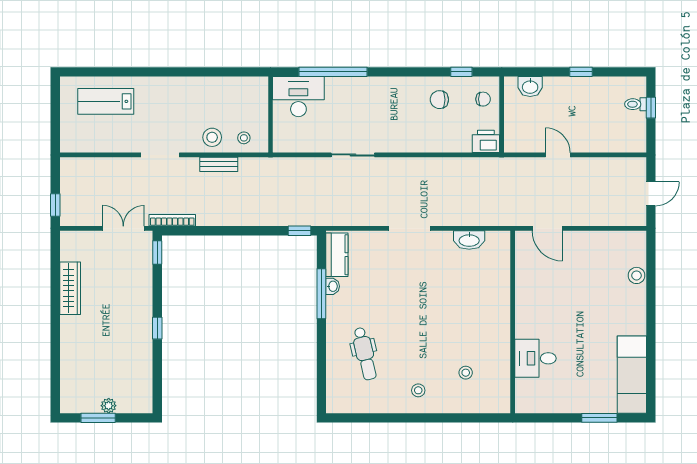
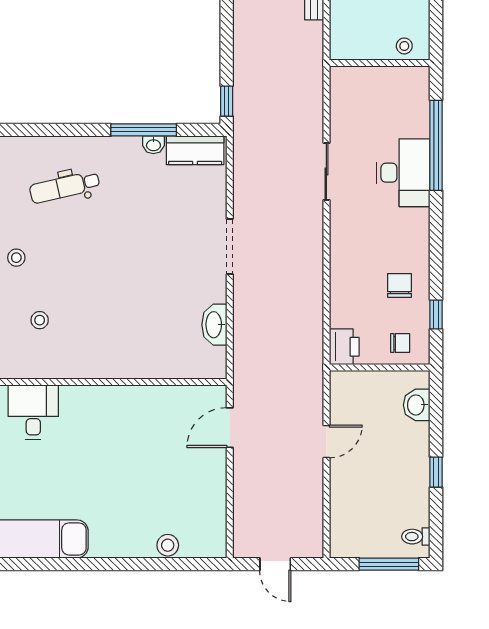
desk: (298, 97) -> (403, 173), moved
chair: (483, 99) -> (400, 343), turned -90
toilet: (636, 104) -> (416, 537), moved, turned -90
window: (651, 108) -> (389, 564), width x2.17
stool: (244, 138) -> (404, 46), moved
desk: (535, 358) -> (33, 412), moved

